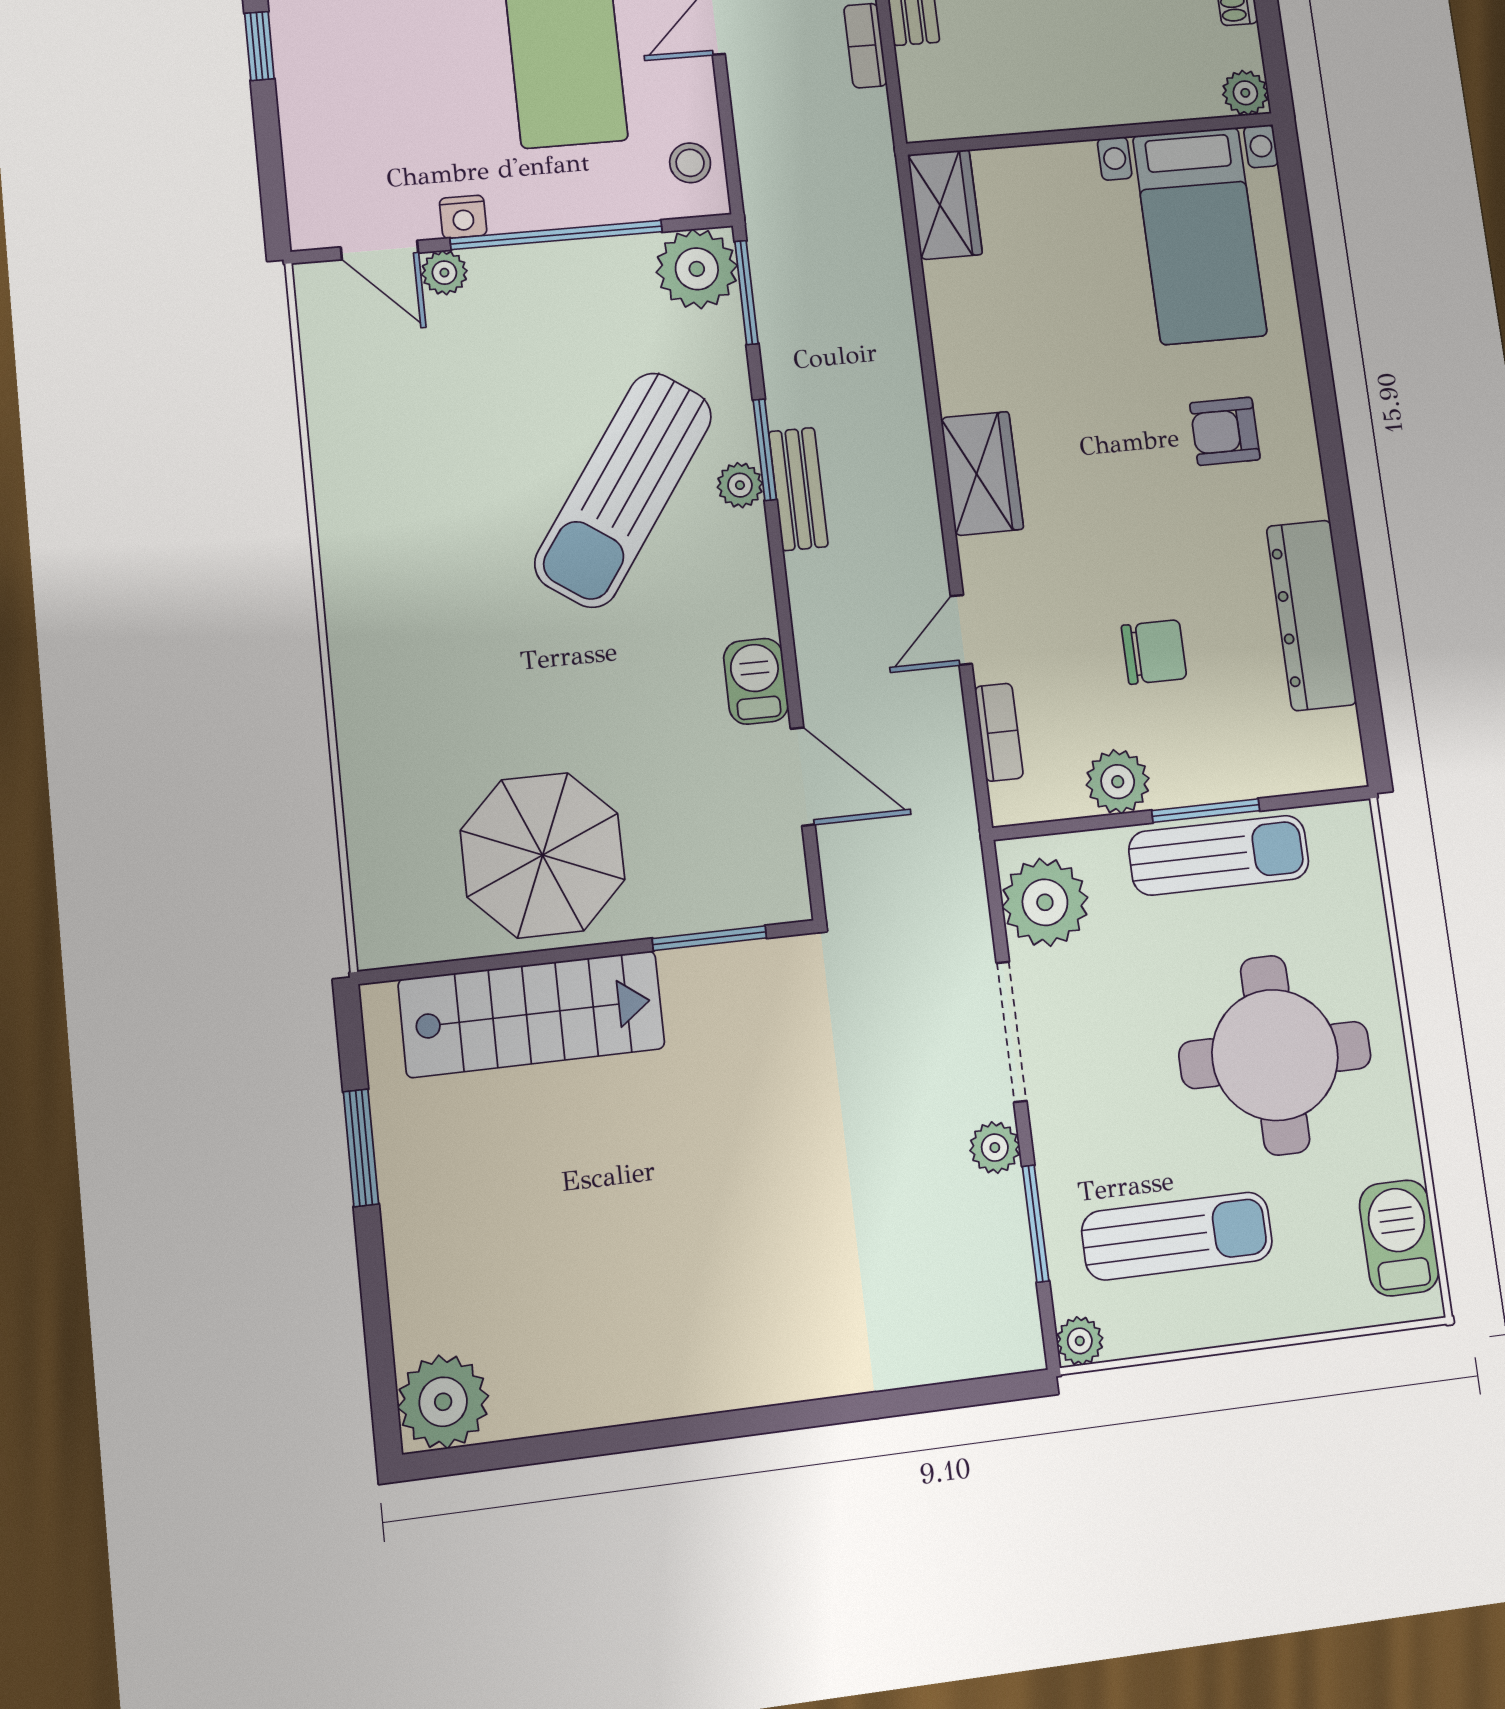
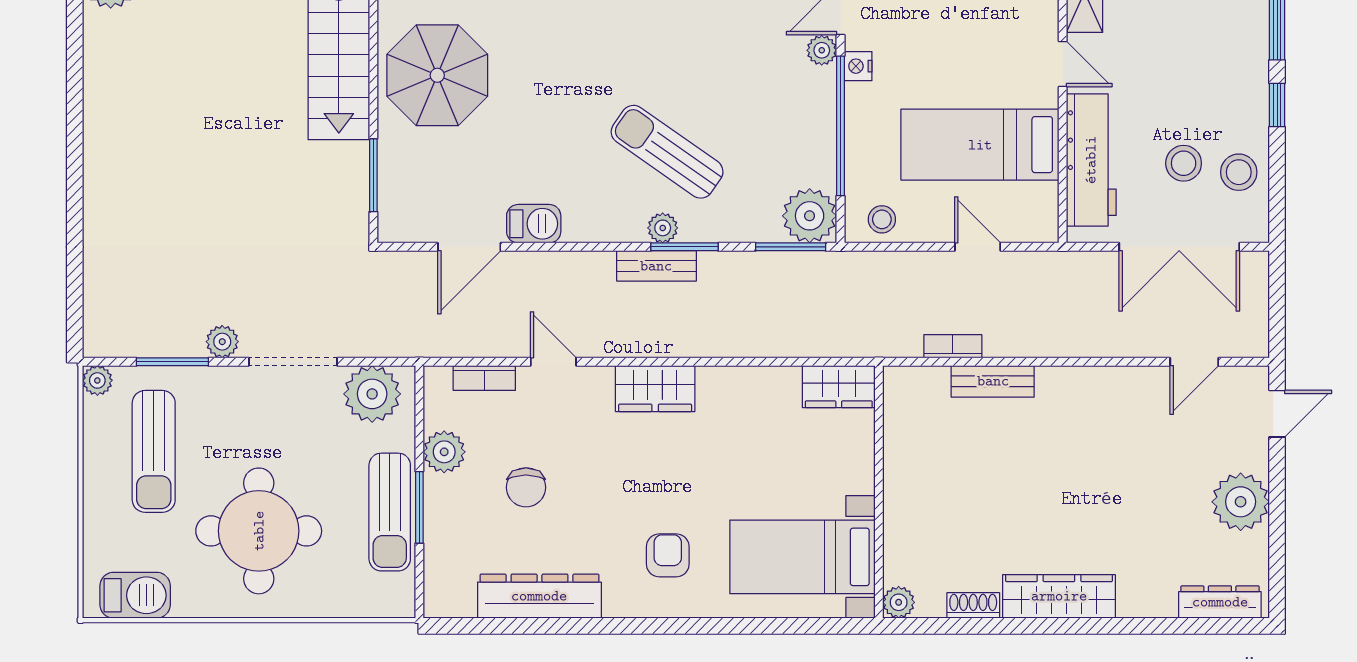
sun lounger: (623, 490) -> (667, 152), width x0.73, depth x0.75

